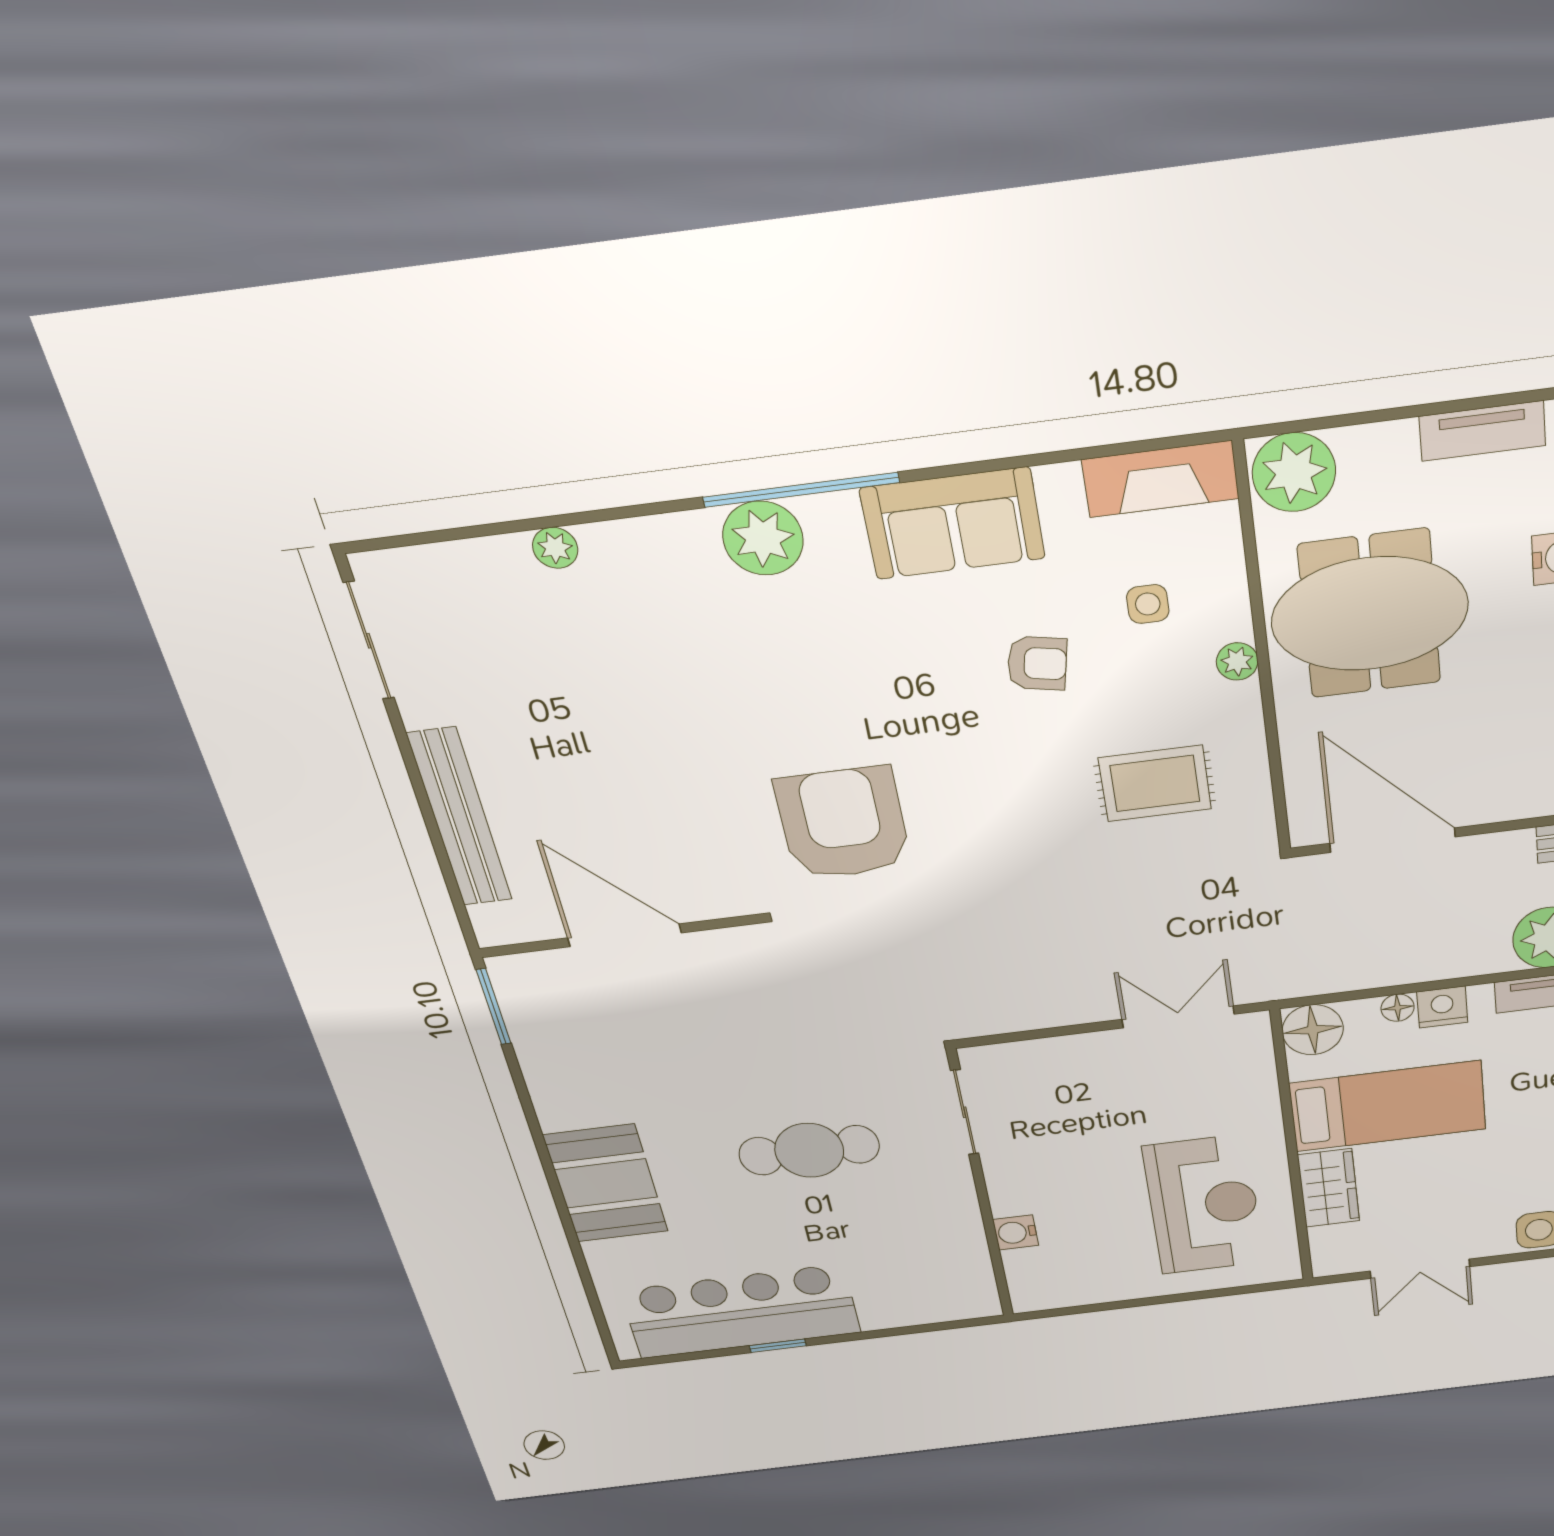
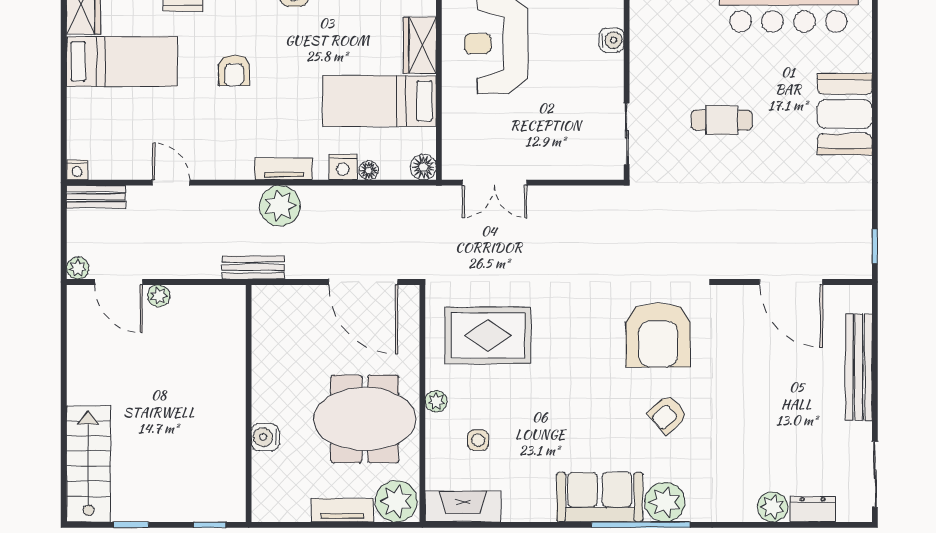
tv unit: (1482, 431) -> (342, 510), moved
sofa: (953, 523) -> (600, 497), moved
plant: (555, 548) -> (773, 507), width x1.38, depth x1.38
dresser: (469, 562) -> (813, 509), added
armchair: (1037, 663) -> (668, 414), moved, turned -53
rug: (1155, 783) -> (488, 335), width x1.36, depth x1.43
window: (494, 1007) -> (875, 246), width x0.67
floor lamp: (1313, 1030) -> (423, 167), width x0.73, depth x0.73
cafe table: (809, 1150) -> (722, 120), width x0.73, depth x0.74

